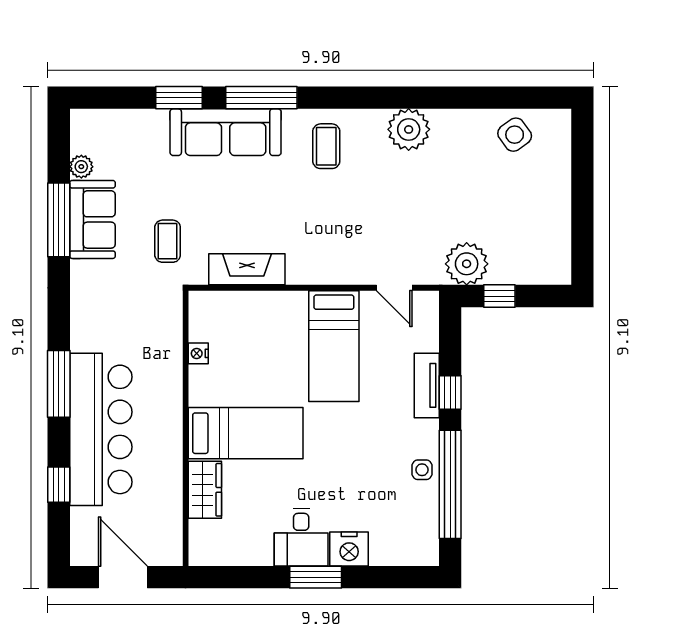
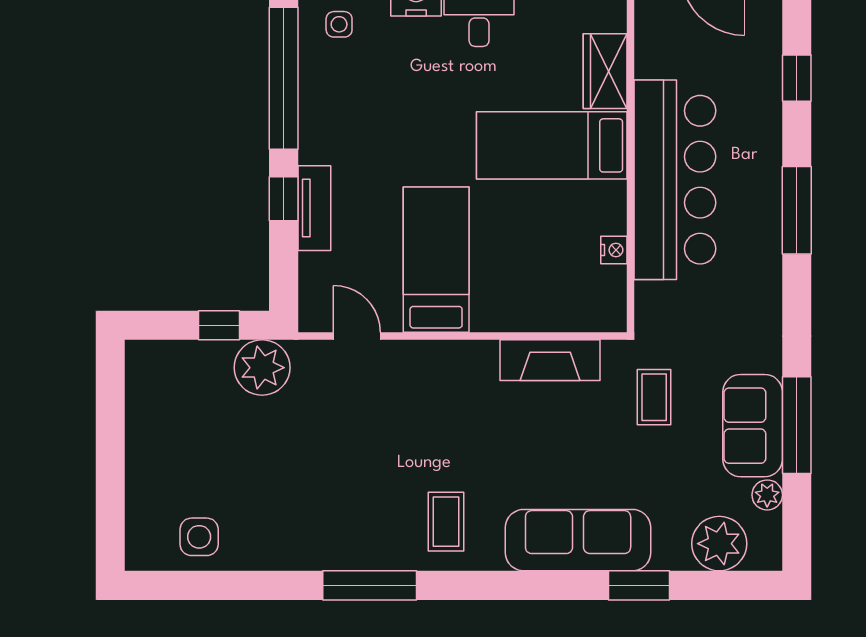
window: (261, 98) -> (370, 585), moved
plant: (409, 129) -> (719, 544), moved
side table: (515, 135) -> (199, 537), turned 36
bar counter: (101, 429) -> (675, 180), moved, turned 180
side table: (422, 470) -> (339, 24), moved

